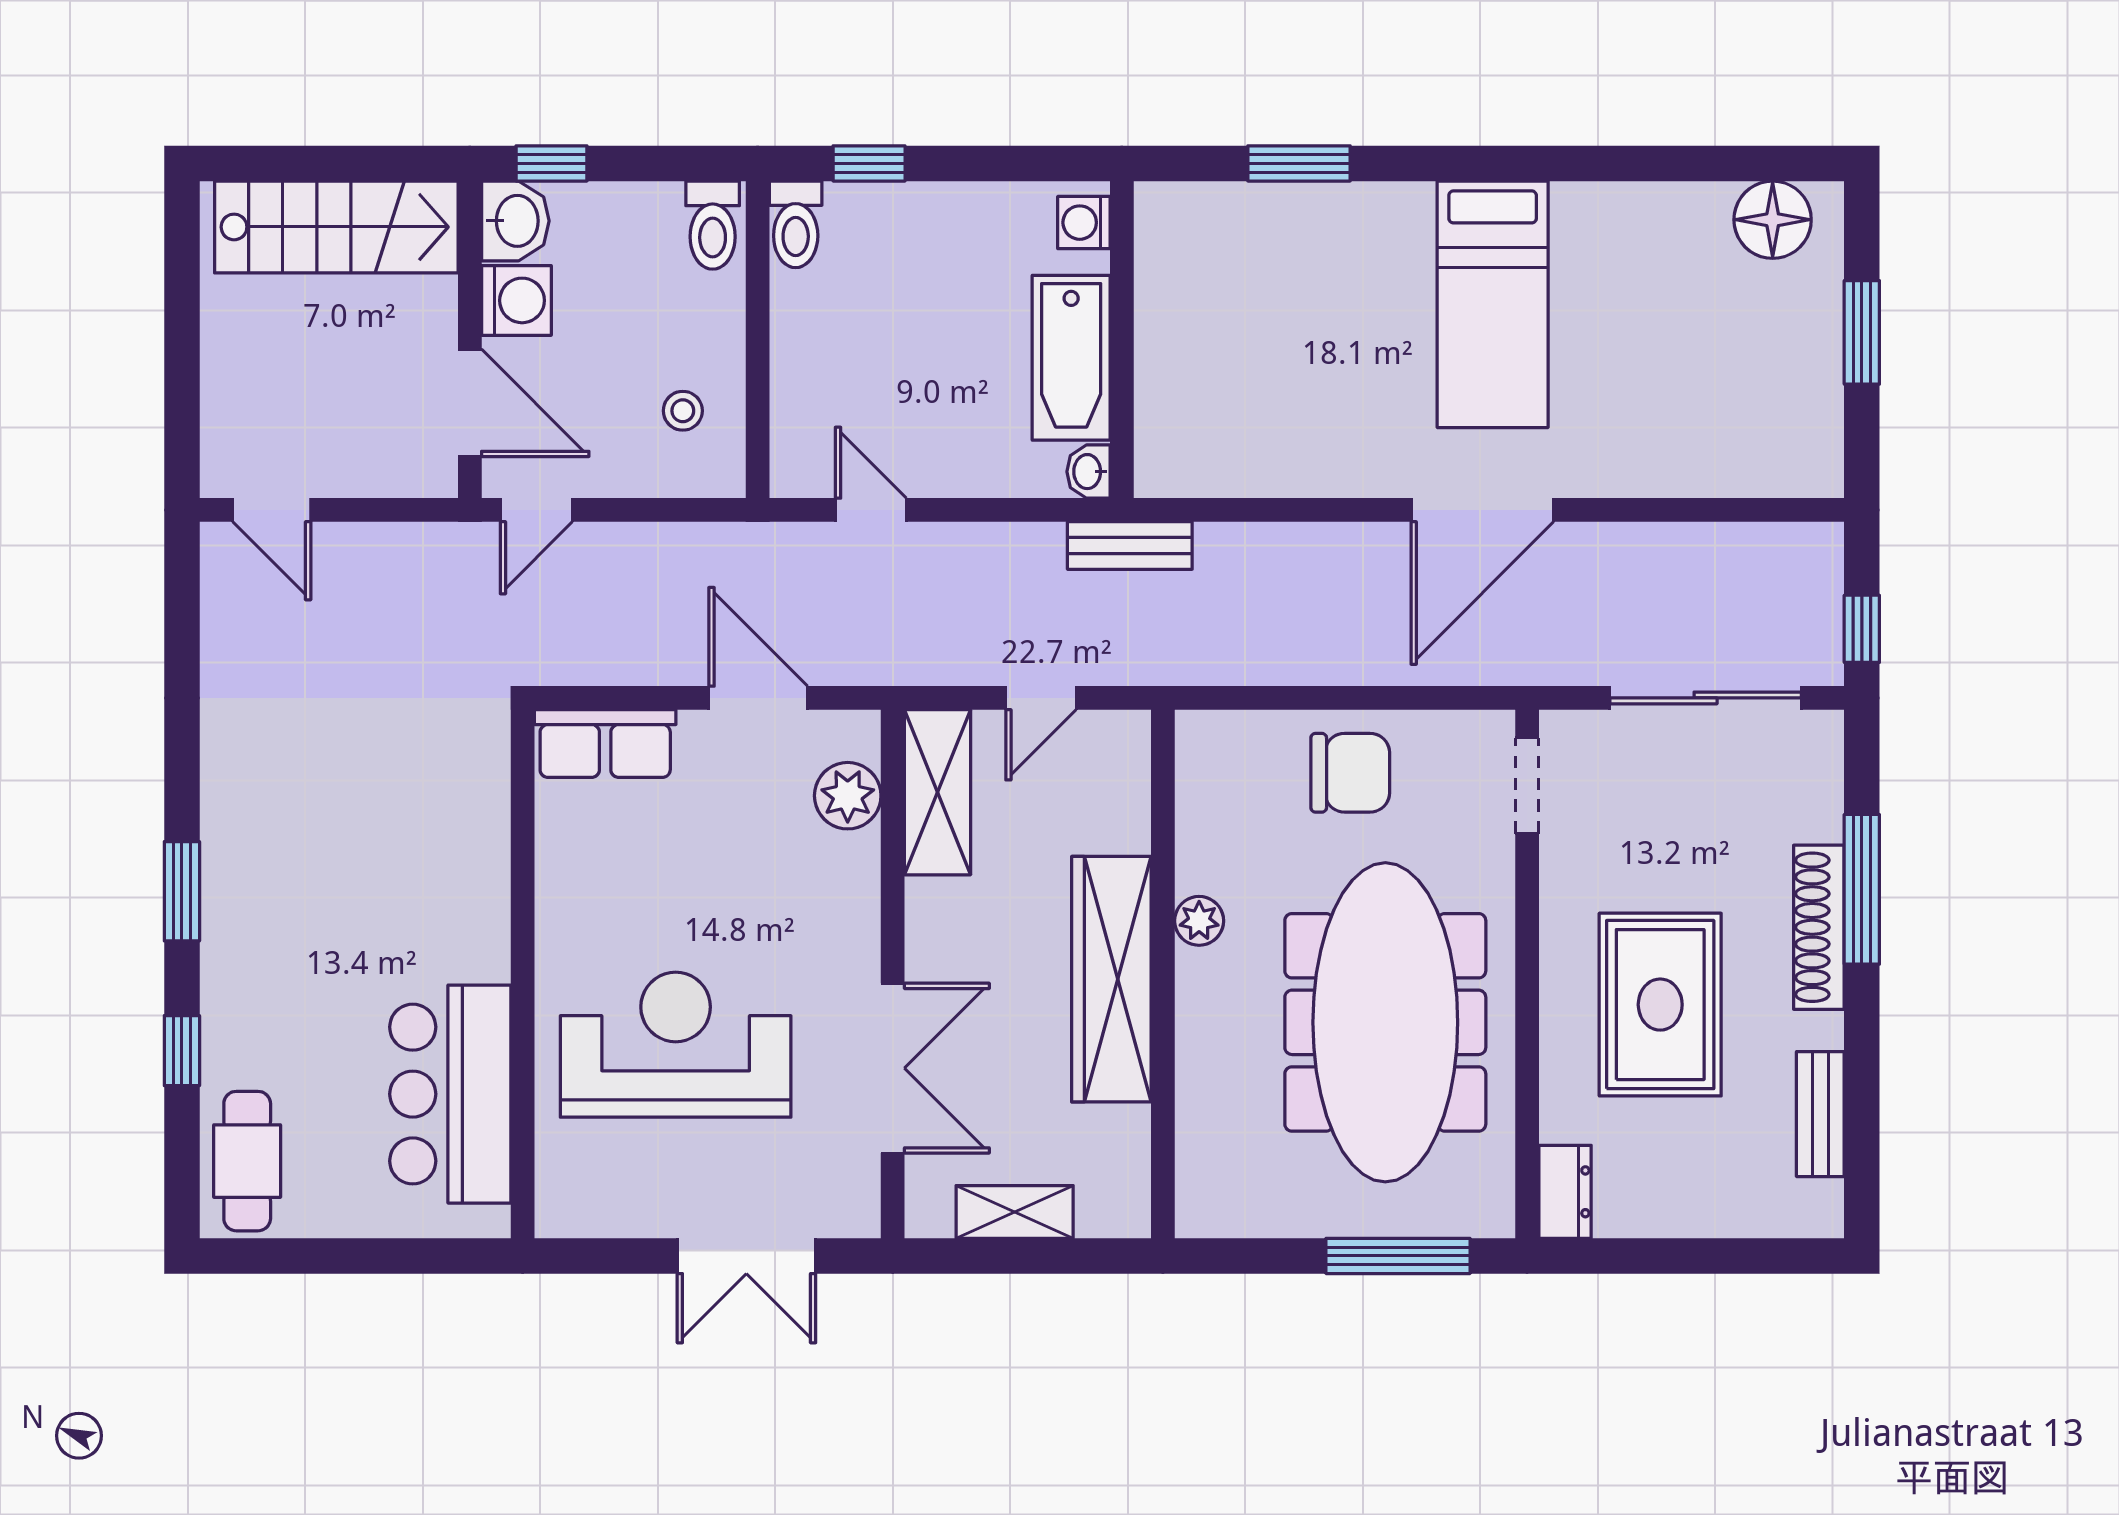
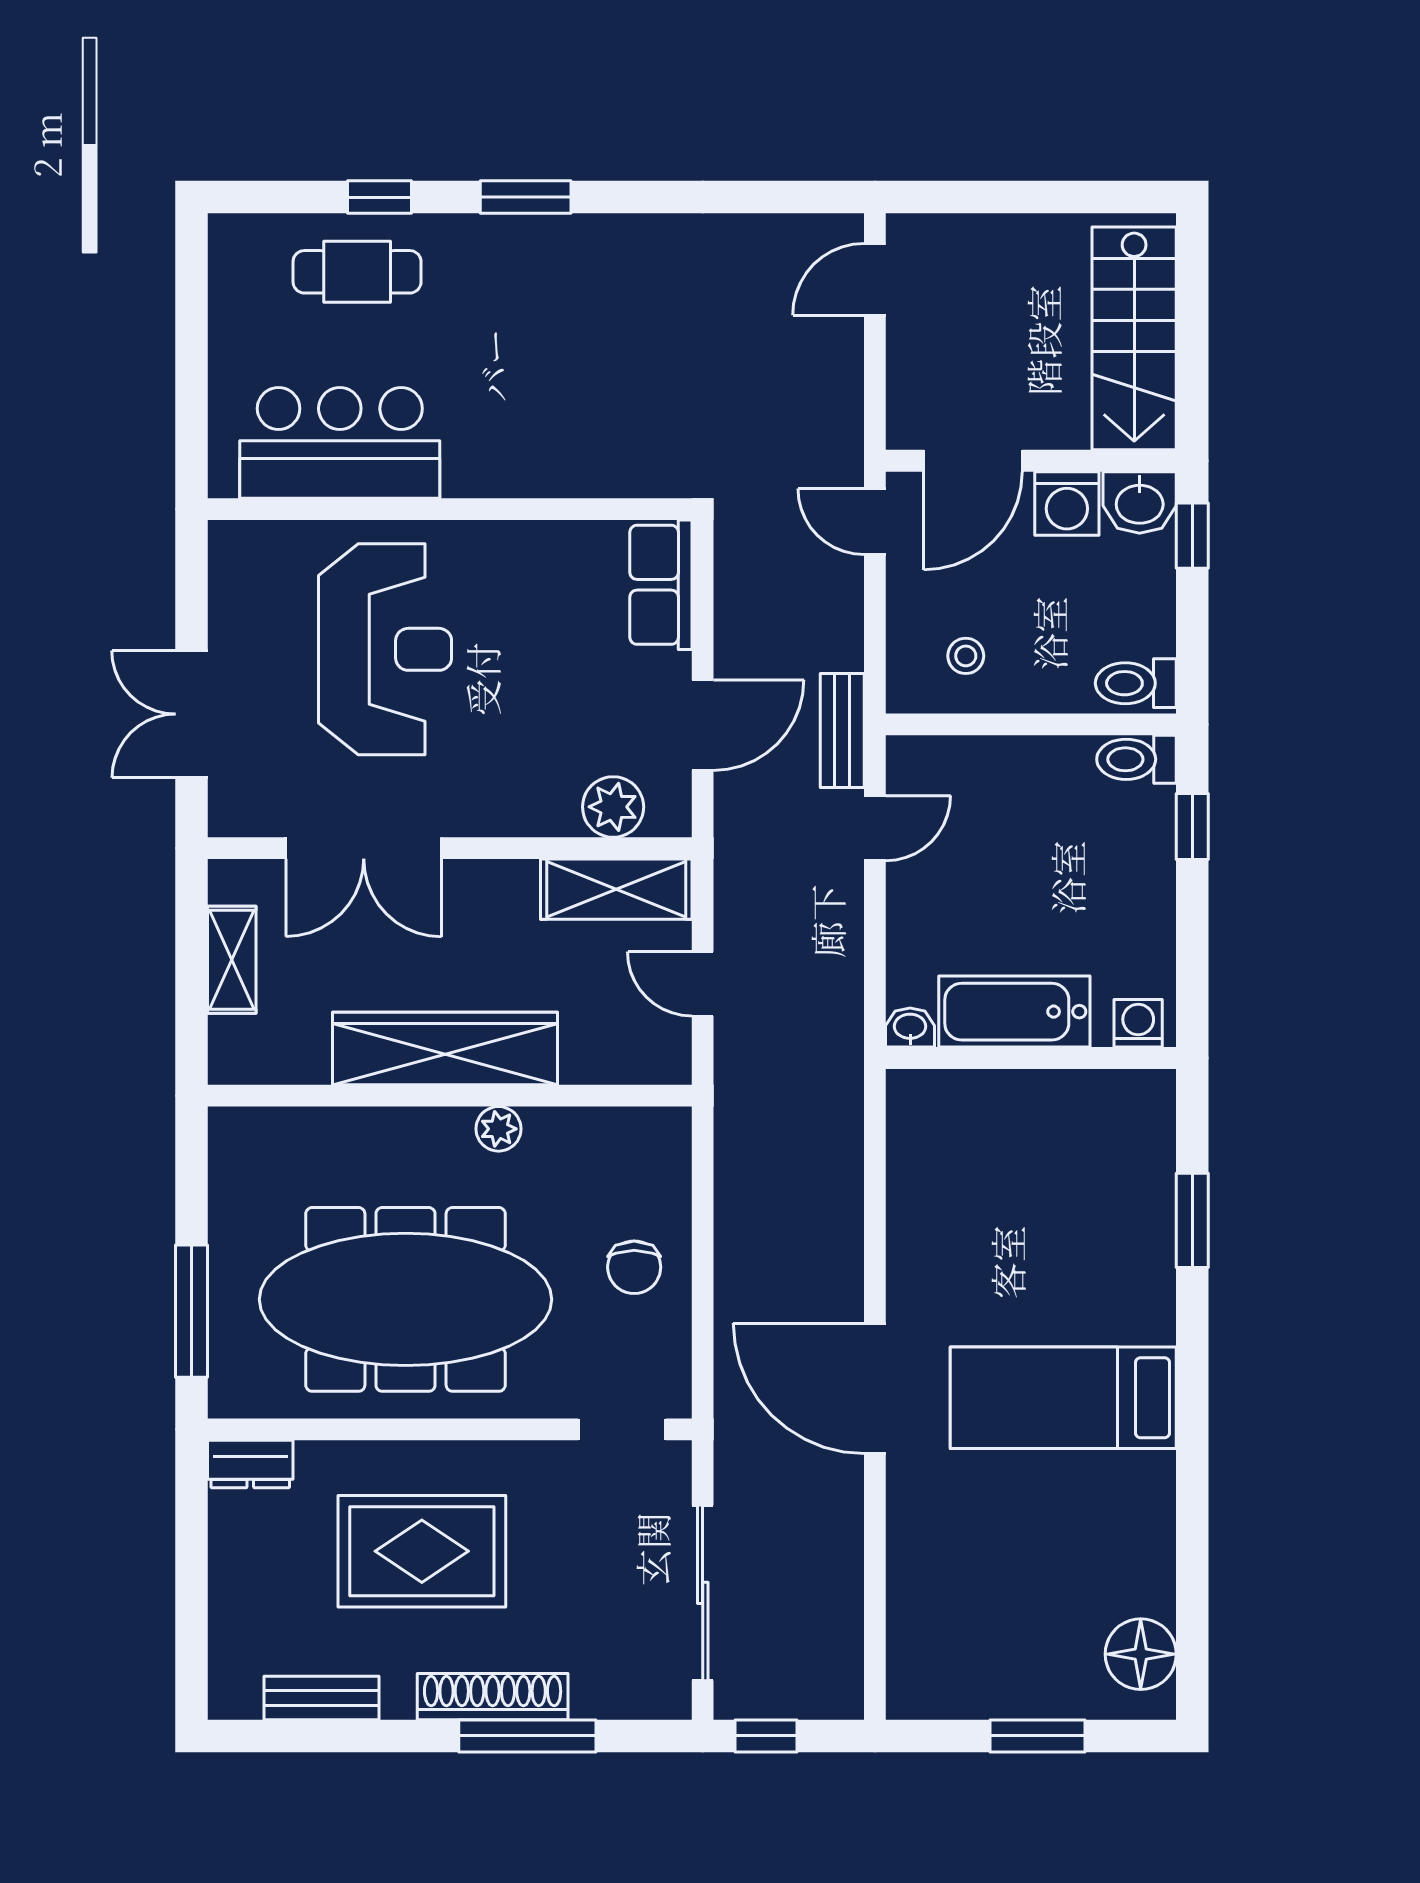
bench: (1130, 546) -> (842, 730), moved
chair: (1350, 773) -> (634, 1267), width x0.73, depth x0.73
cafe table: (247, 1161) -> (357, 272), moved

